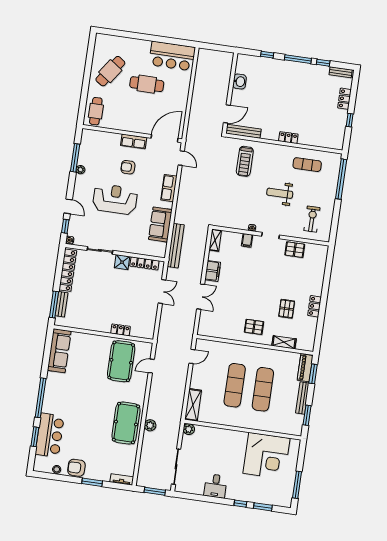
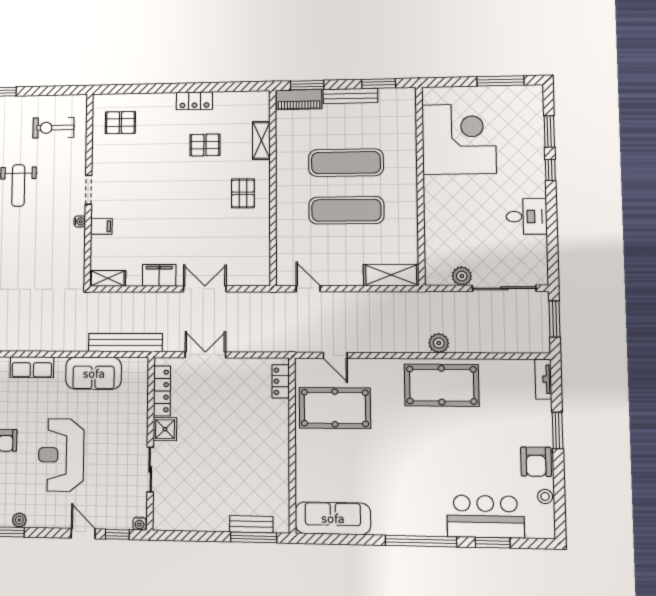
door: (68, 206) -> (83, 534), hinge flipped
pallet: (295, 250) -> (120, 123), moved, turned 90
locker: (68, 270) -> (191, 521), removed
locker: (121, 330) -> (281, 381), moved
plant: (189, 429) -> (462, 276), moved

